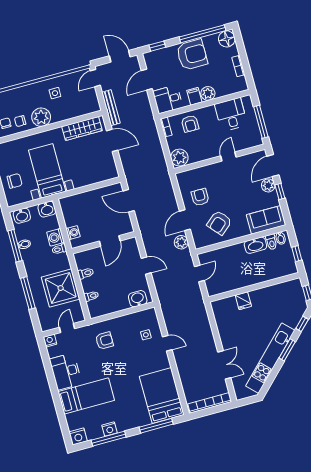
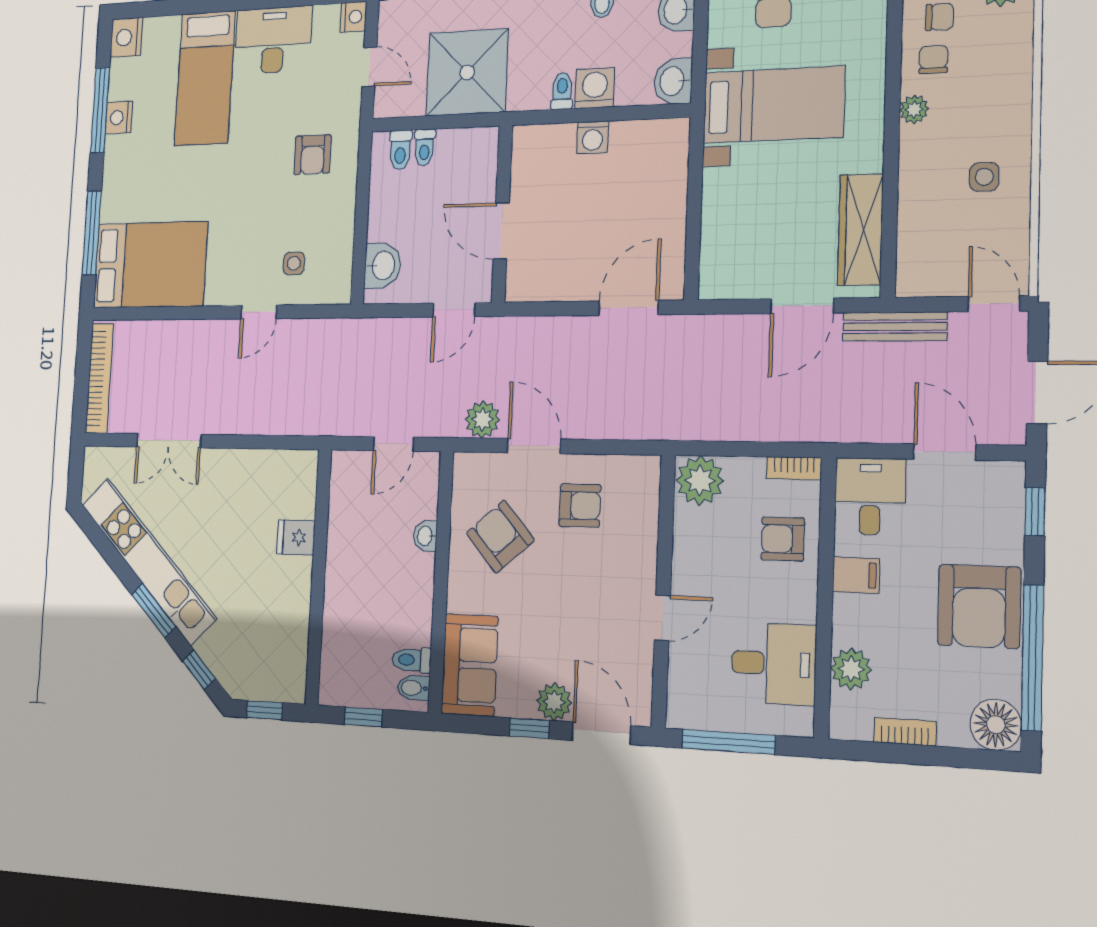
plant: (208, 93) -> (851, 669), moved
plant: (41, 117) -> (914, 109), width x0.53, depth x0.53
door: (228, 156) -> (662, 618), hinge flipped
door: (110, 241) -> (501, 231), moved
wall: (104, 243) -> (502, 214), moved
washbasin: (255, 245) -> (425, 536), moved, width x0.52, depth x0.69
toilet: (86, 273) -> (400, 150), moved
door: (199, 273) -> (393, 444), hinge flipped

